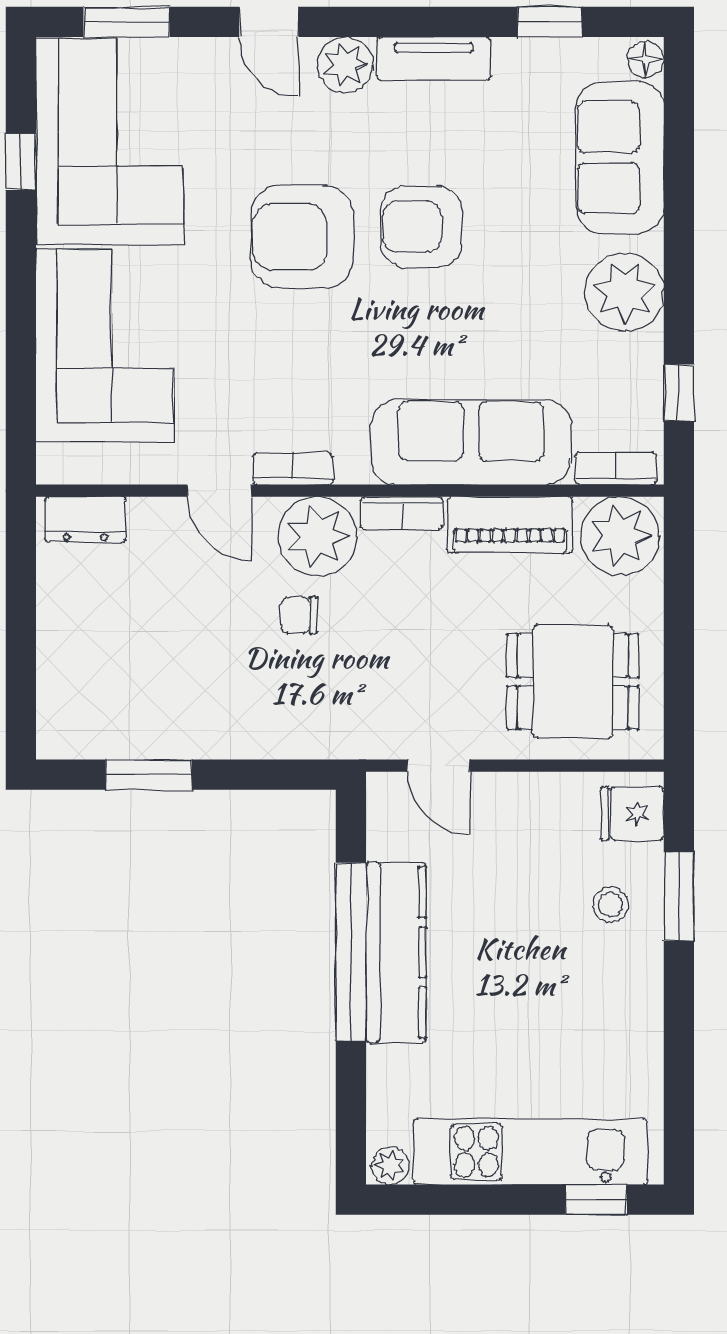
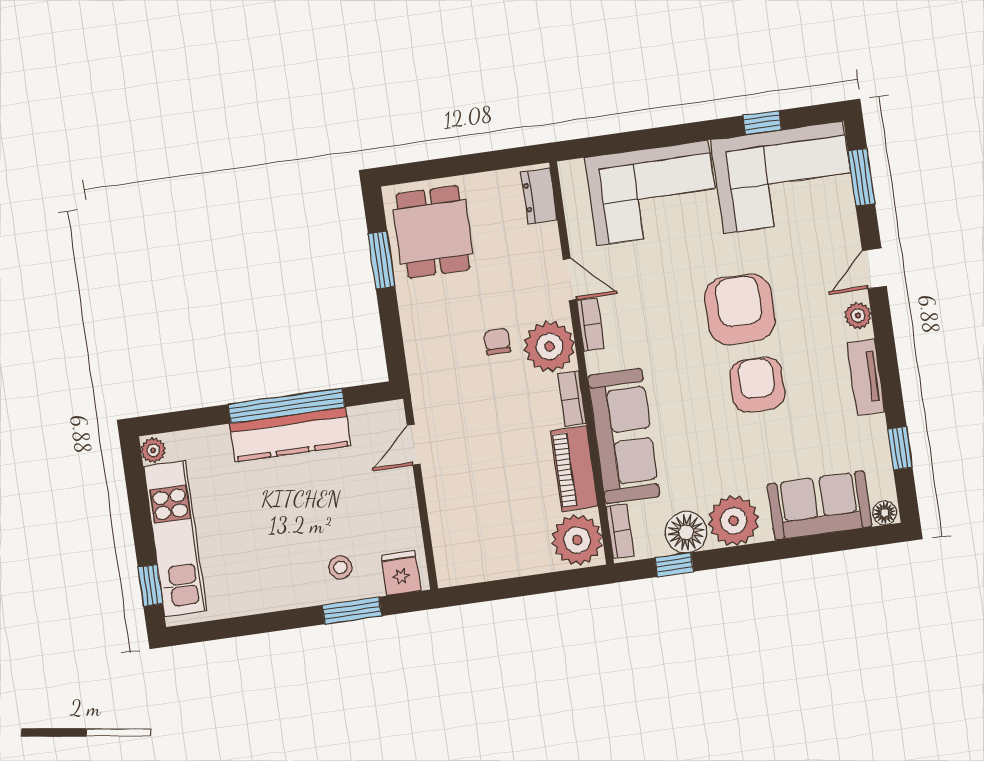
plant: (345, 65) -> (858, 315), width x0.73, depth x0.73
floor lamp: (632, 368) -> (686, 532), added
door: (219, 491) -> (570, 279), swing flipped
dining table: (573, 682) -> (433, 232), moved

